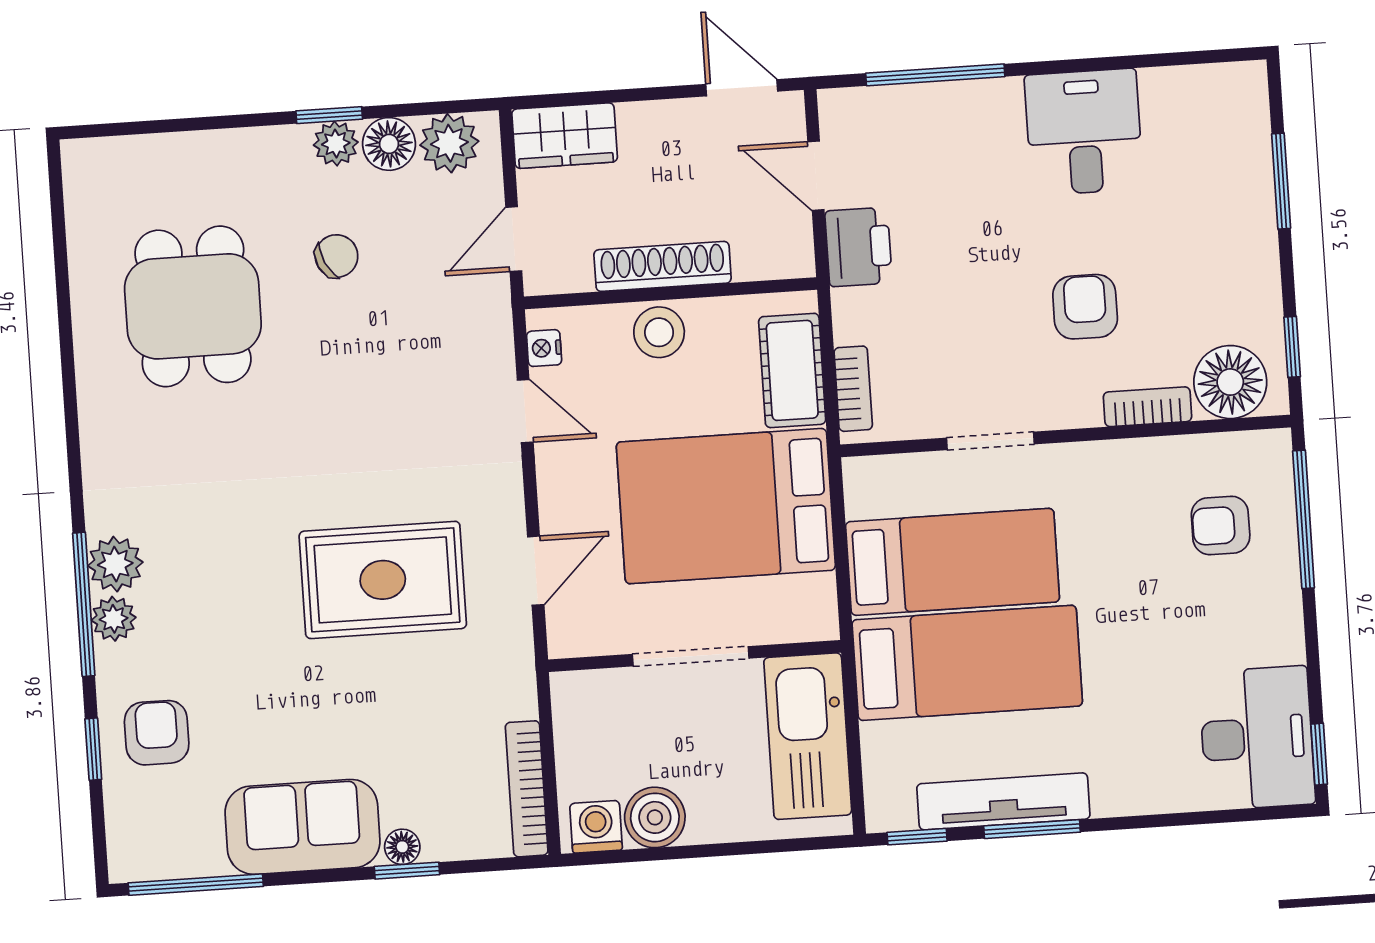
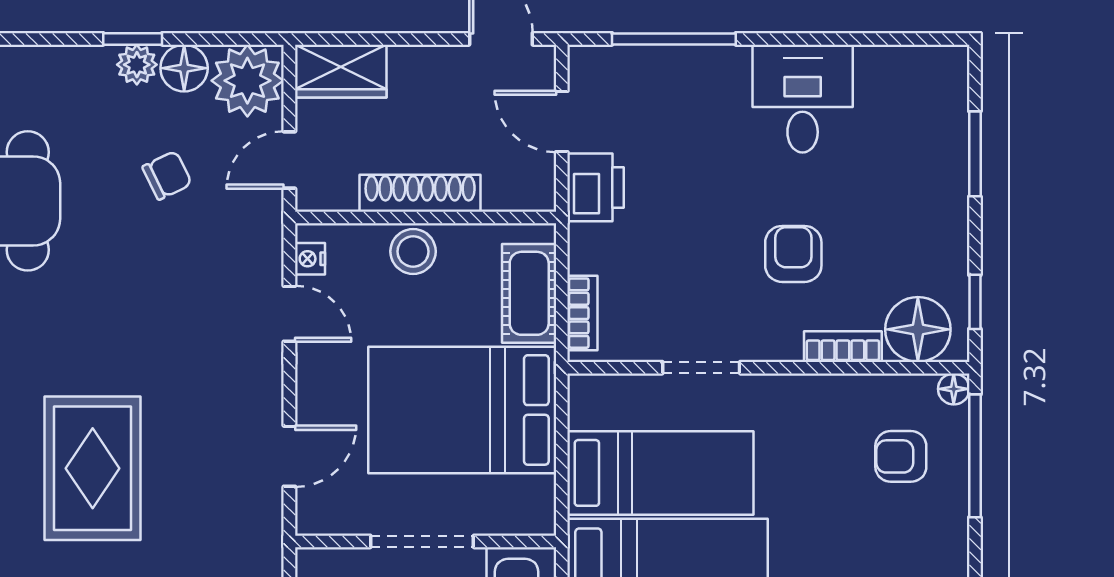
plant: (449, 143) -> (247, 81), width x1.36, depth x1.36
chair: (337, 256) -> (167, 175), moved
floor lamp: (1275, 446) -> (954, 389), added
rug: (383, 580) -> (93, 468), moved, turned 90

